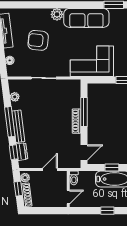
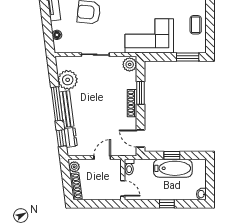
plant: (74, 87) -> (130, 64), added
plant: (15, 97) -> (68, 80), width x1.87, depth x1.87
window: (84, 112) -> (141, 93), width x0.69
door: (84, 153) -> (141, 138), swing flipped
window: (18, 189) -> (67, 179), removed
door: (68, 197) -> (123, 188), hinge flipped

